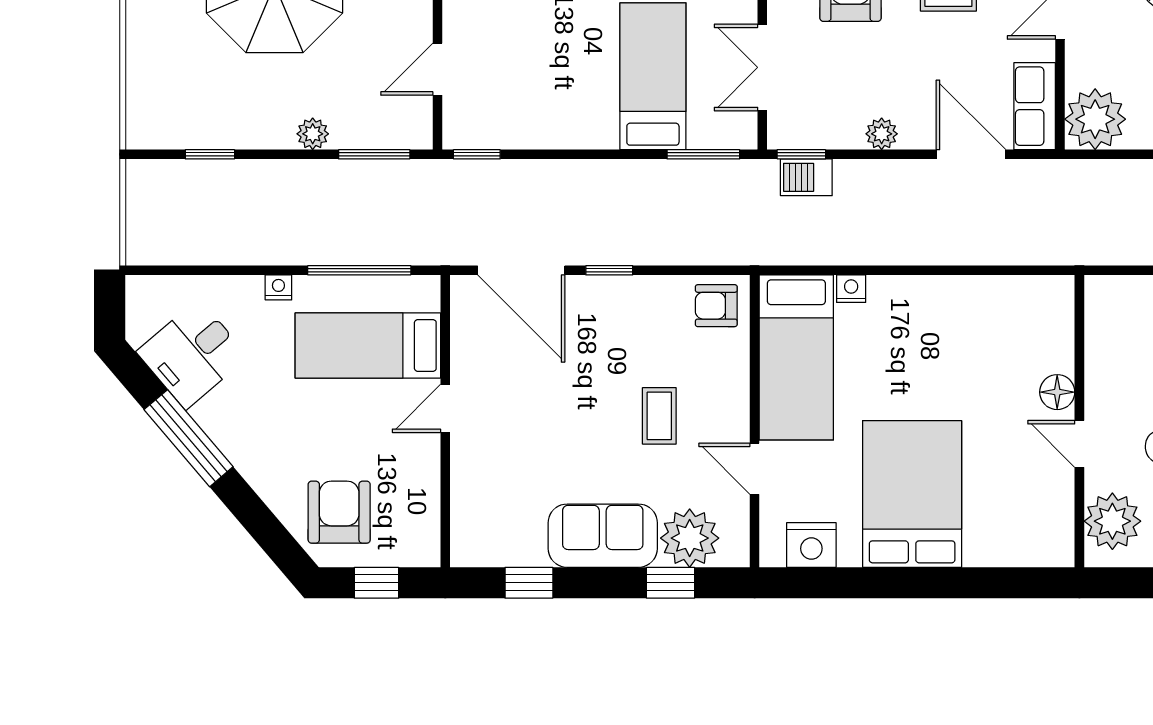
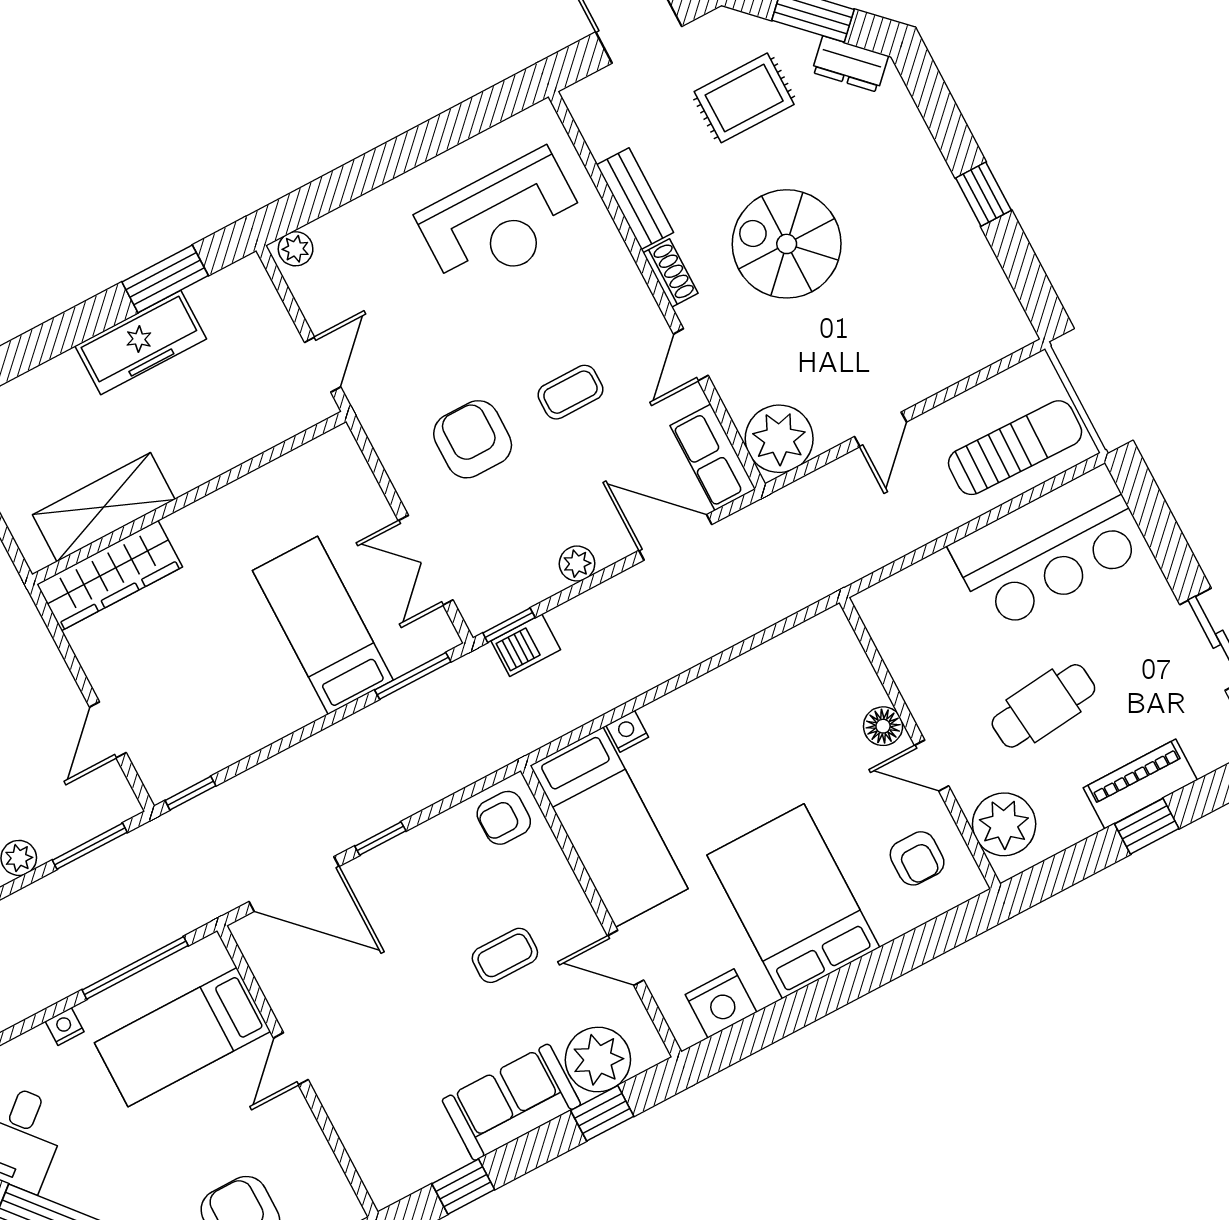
coffee table: (659, 416) -> (505, 955), turned 90
armchair: (1029, 512) -> (917, 858), added

